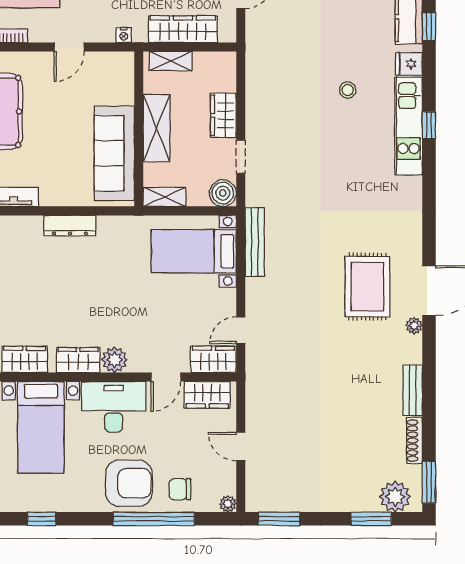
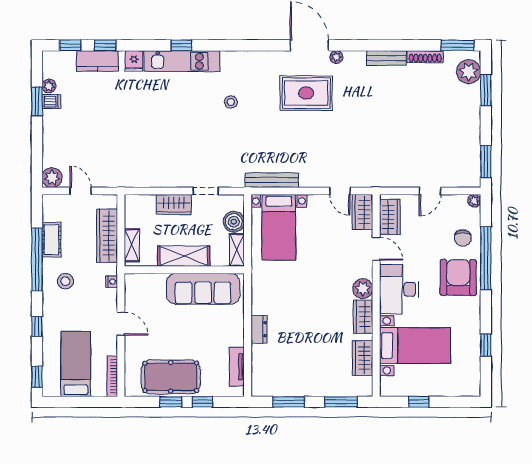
stool: (348, 90) -> (231, 102), moved
boiler: (223, 193) -> (234, 222), moved
dresser: (70, 226) -> (259, 329), width x0.70

